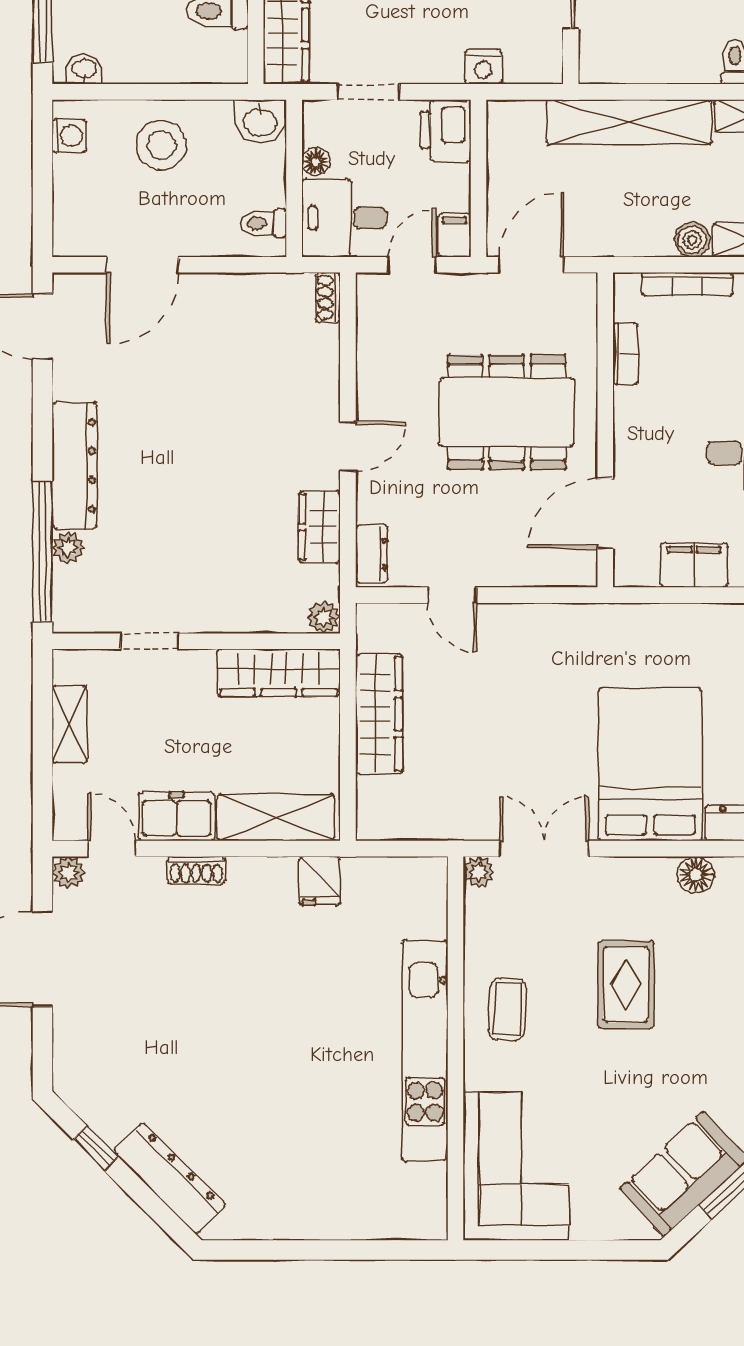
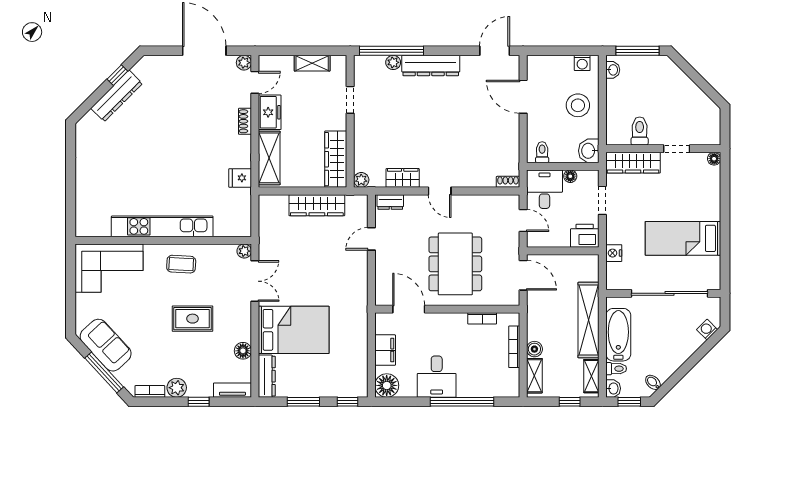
bathtub: (661, 57) -> (618, 335), added
filing cabinet: (454, 235) -> (537, 240), removed
dresser: (170, 1179) -> (117, 96), moved

